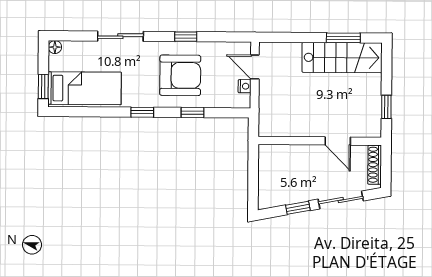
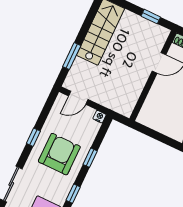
window: (343, 38) -> (72, 56), moved
nightstand: (245, 86) -> (100, 117), moved

